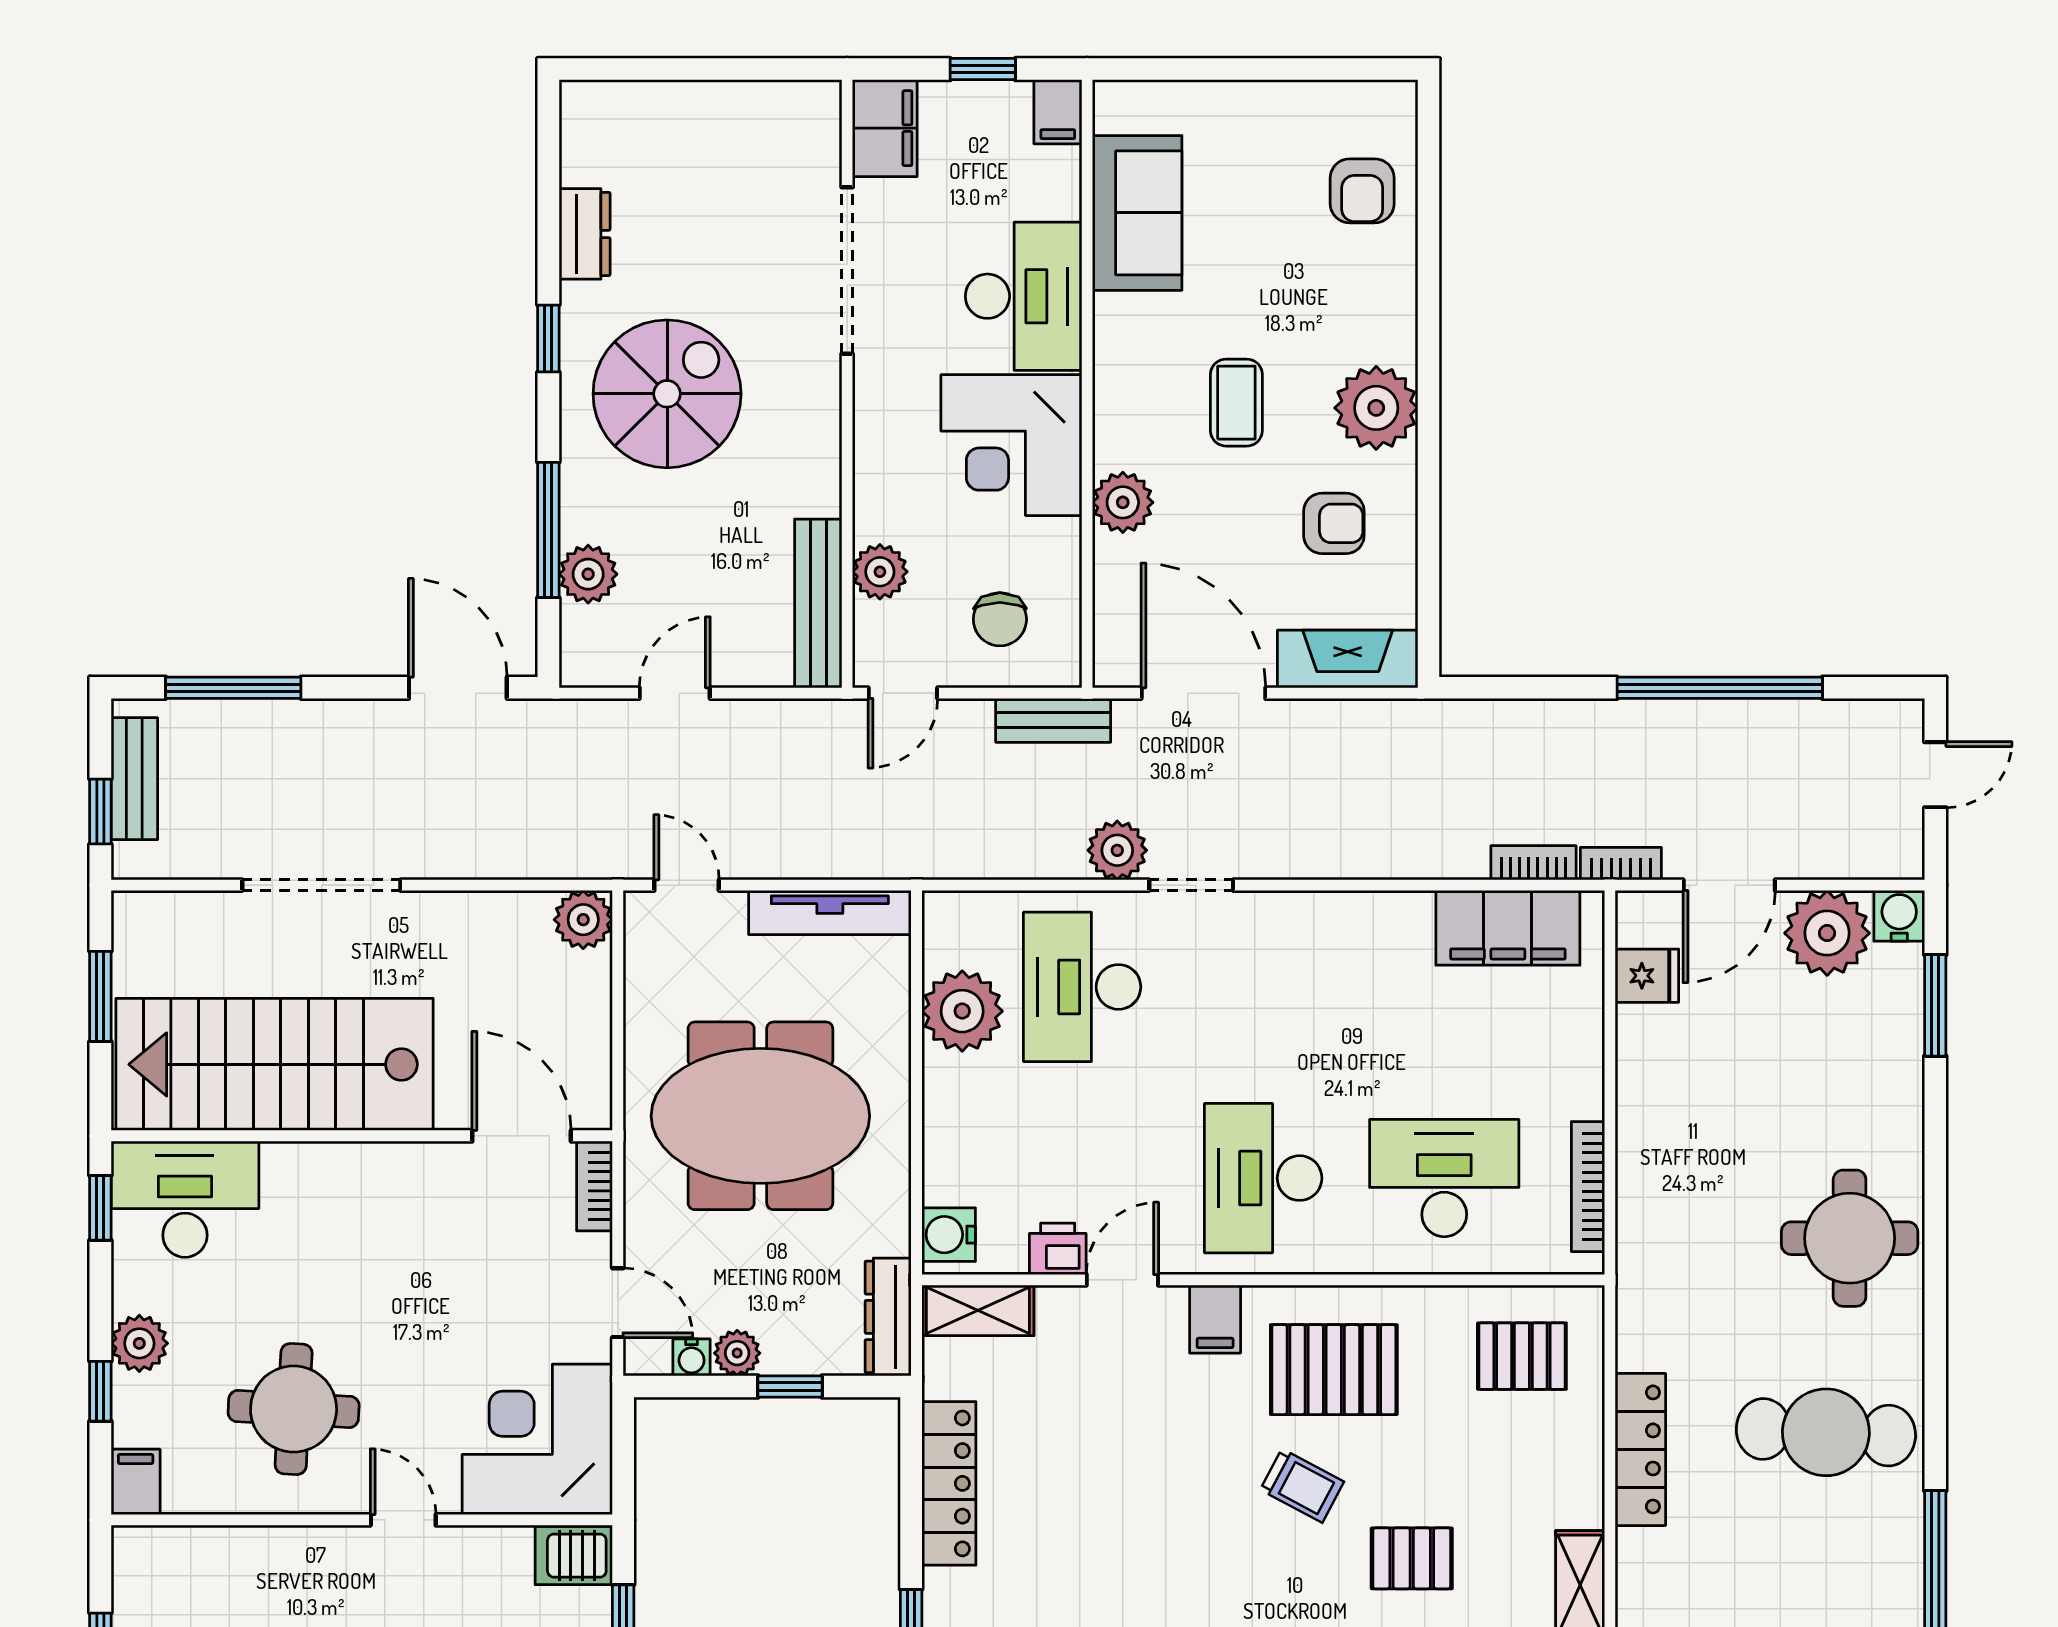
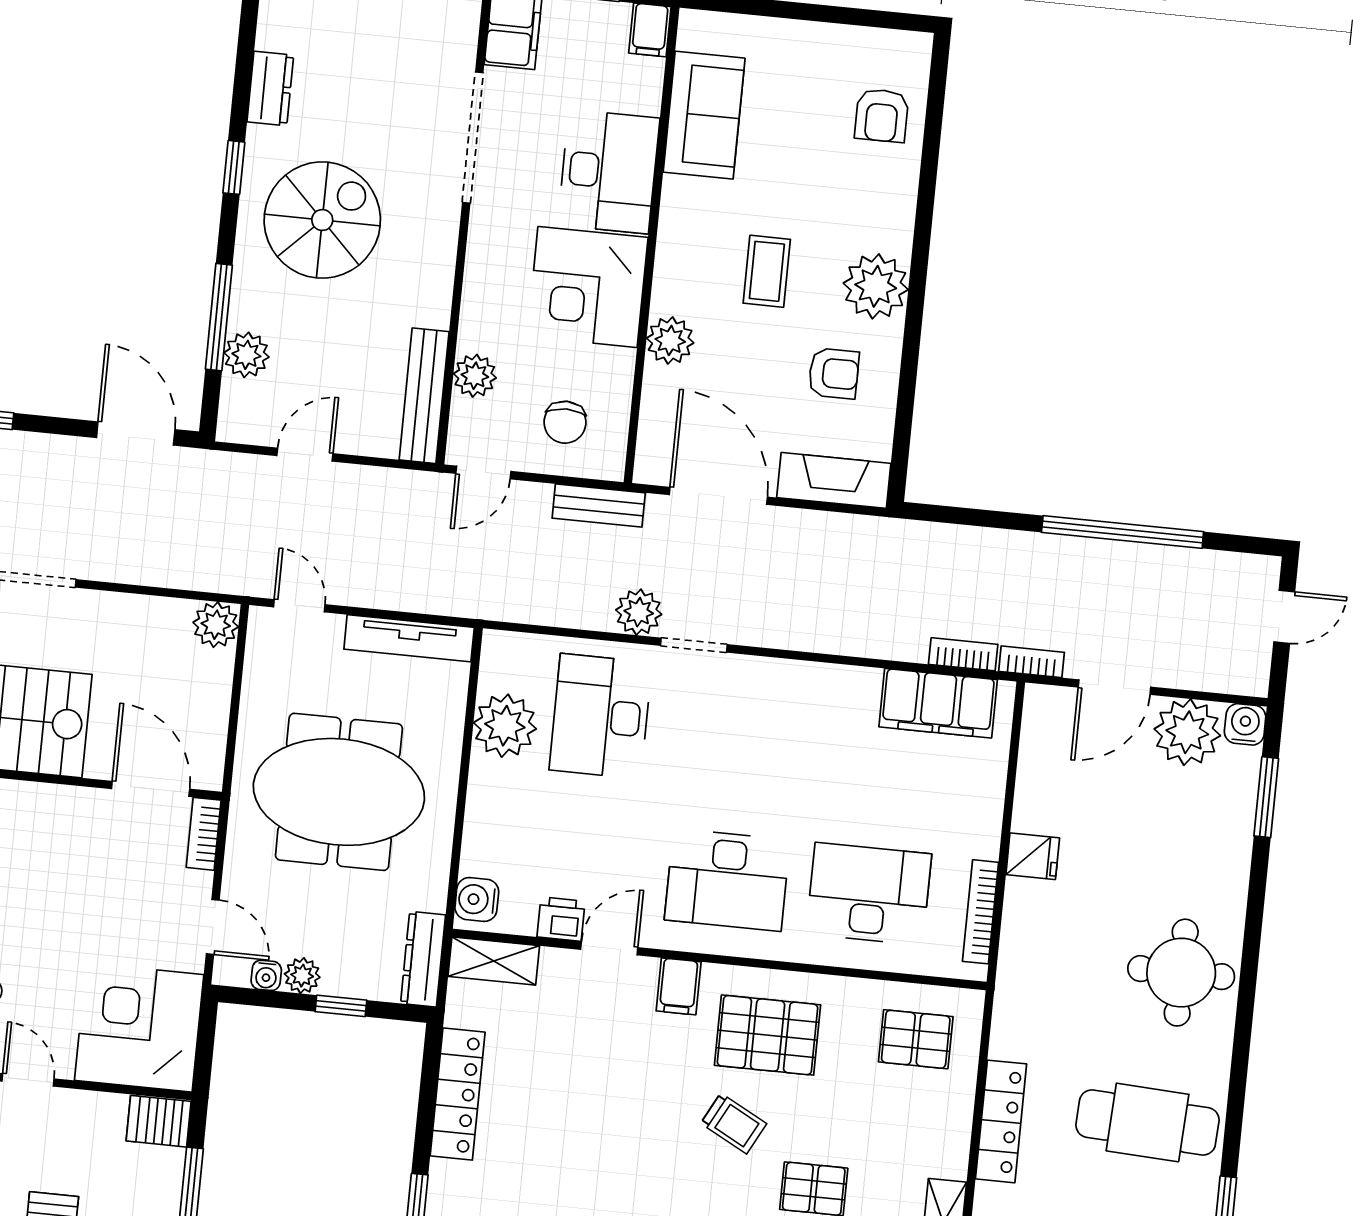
fridge: (1647, 976) -> (1033, 856), moved
desk: (1263, 1178) -> (727, 880), turned -90

